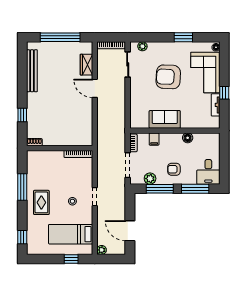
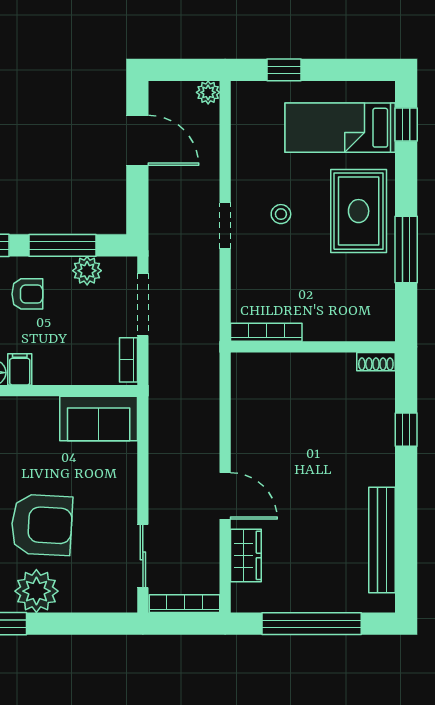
plant: (142, 46) -> (36, 591), moved, width x1.88, depth x1.88
sofa: (165, 119) -> (99, 419), moved
filing cabinet: (154, 139) -> (20, 369), moved
rug: (41, 202) -> (359, 211), width x1.36, depth x1.43
bed: (71, 234) -> (340, 128), moved, turned 180

